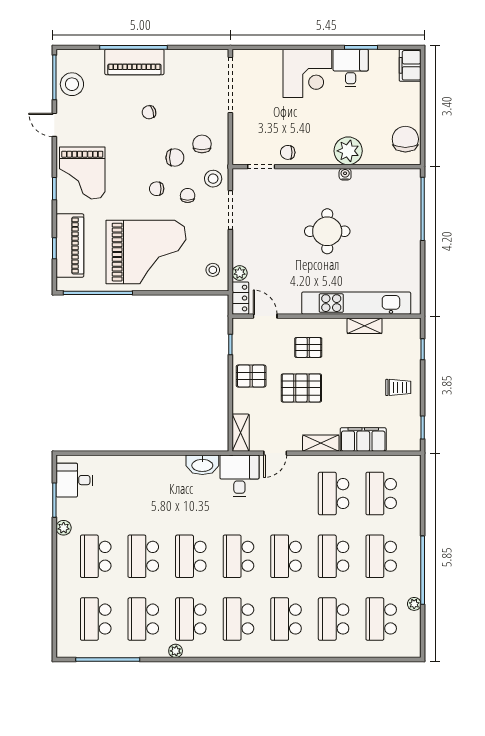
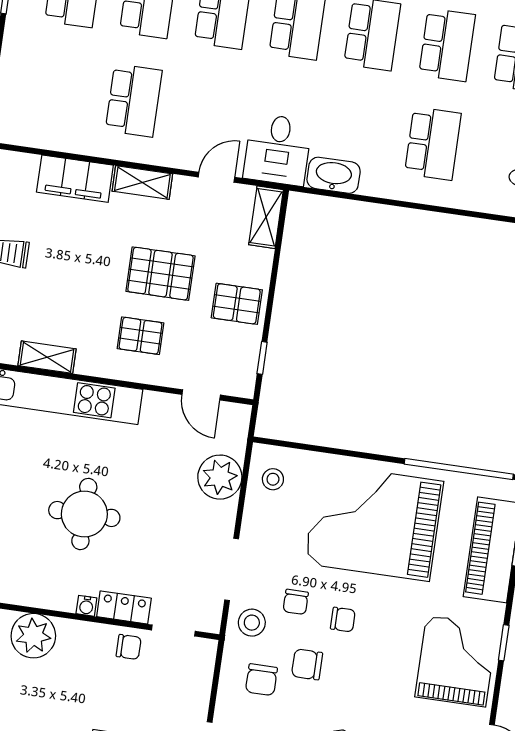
water cooler: (345, 174) -> (86, 606), moved
plant: (240, 273) -> (220, 477), width x1.87, depth x1.87
locker: (240, 298) -> (124, 607), moved, turned 90
school desk: (381, 494) -> (433, 144), moved

